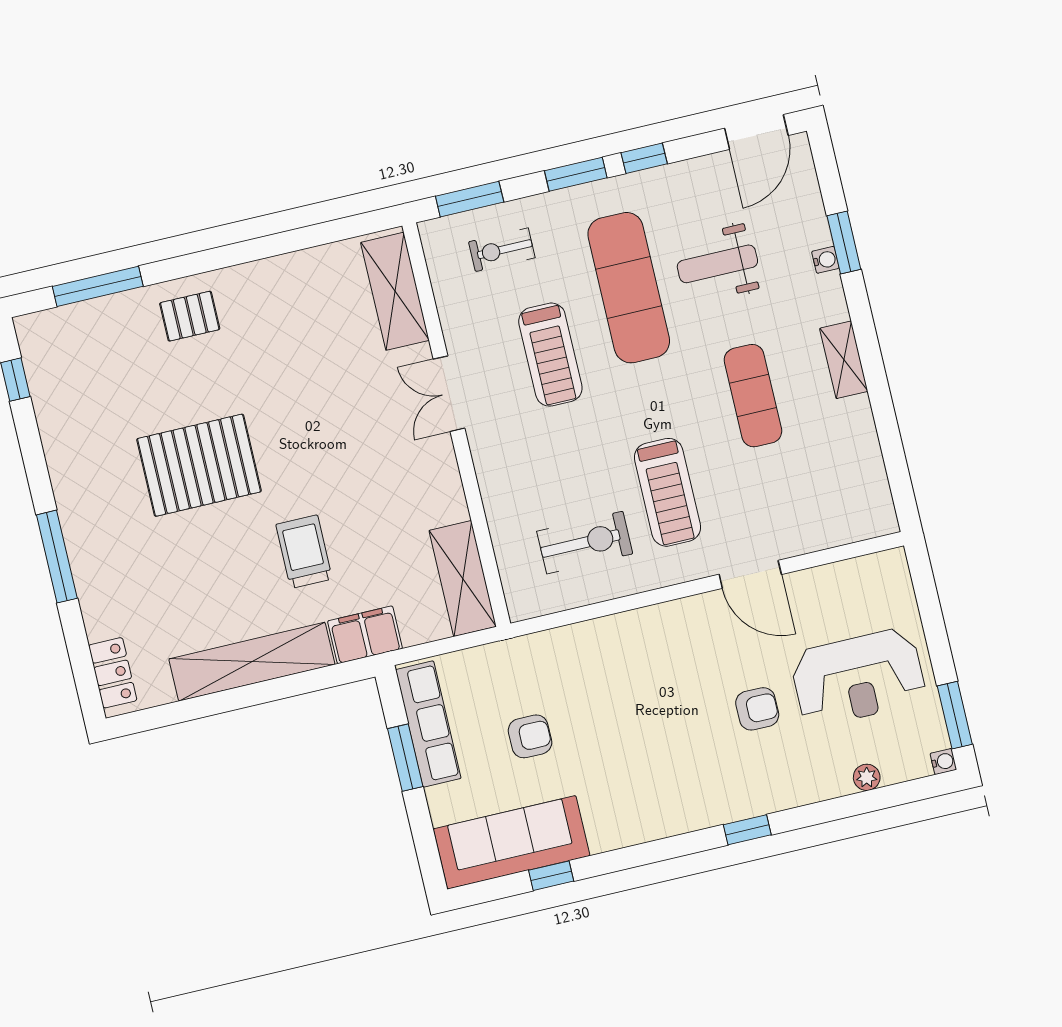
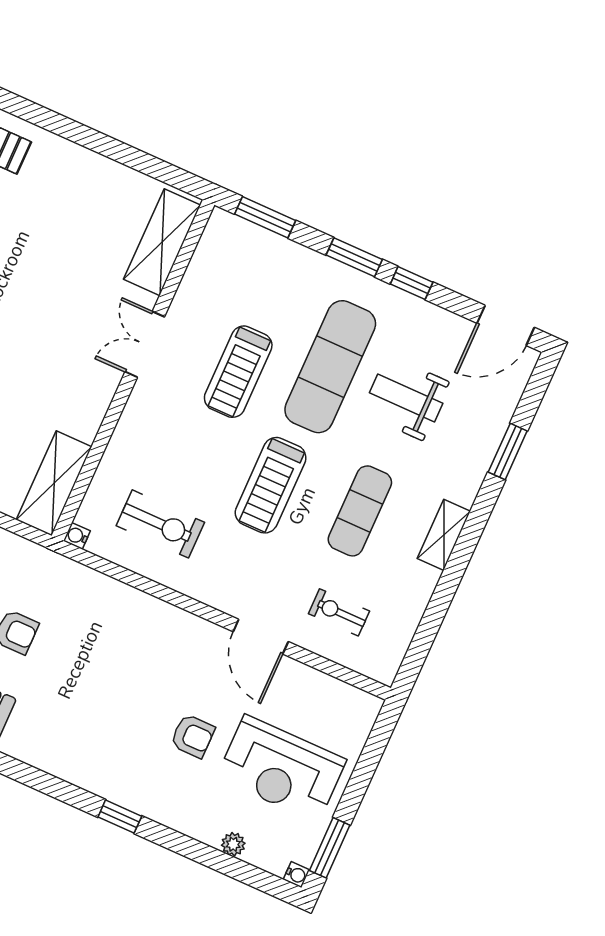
exercise bike: (502, 250) -> (339, 612), moved
water cooler: (825, 260) -> (77, 536), moved, turned 180
treadmill: (667, 492) -> (271, 485), moved

